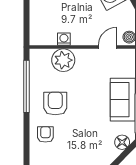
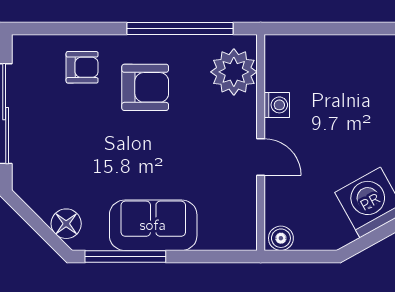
door: (108, 47) -> (261, 157), moved
plant: (63, 60) -> (234, 72), moved

